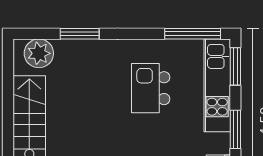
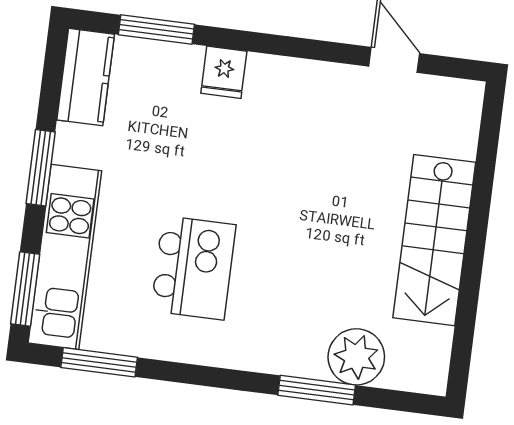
window: (193, 34) -> (99, 362), width x0.69
plant: (39, 53) -> (356, 357), moved

